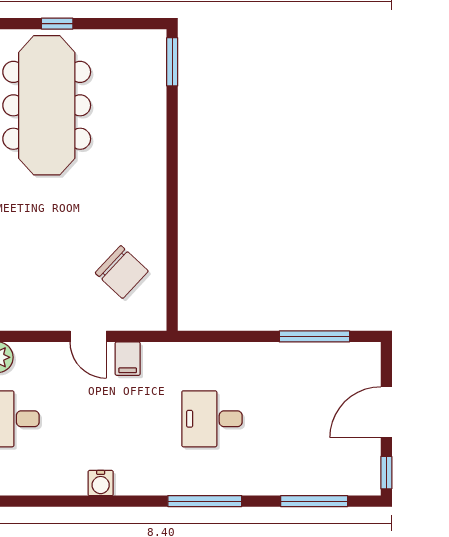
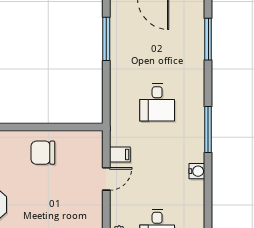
chair: (122, 272) -> (43, 153), moved, turned -133
window: (205, 501) -> (208, 129), moved

